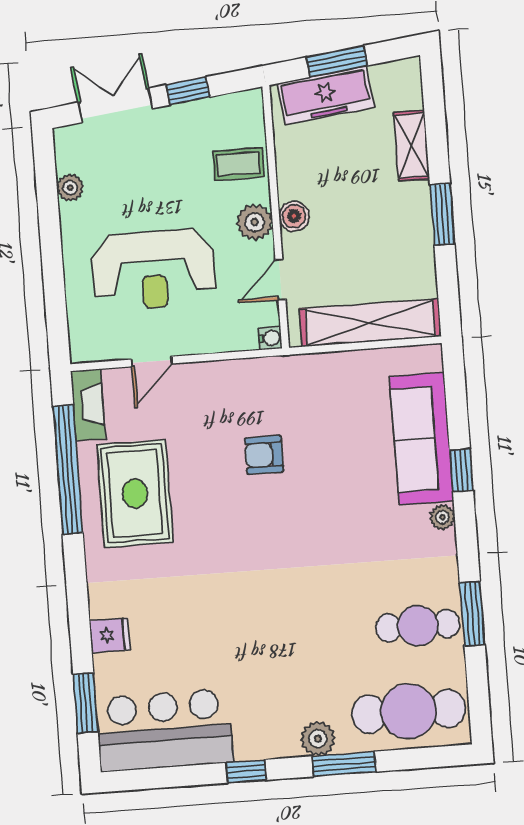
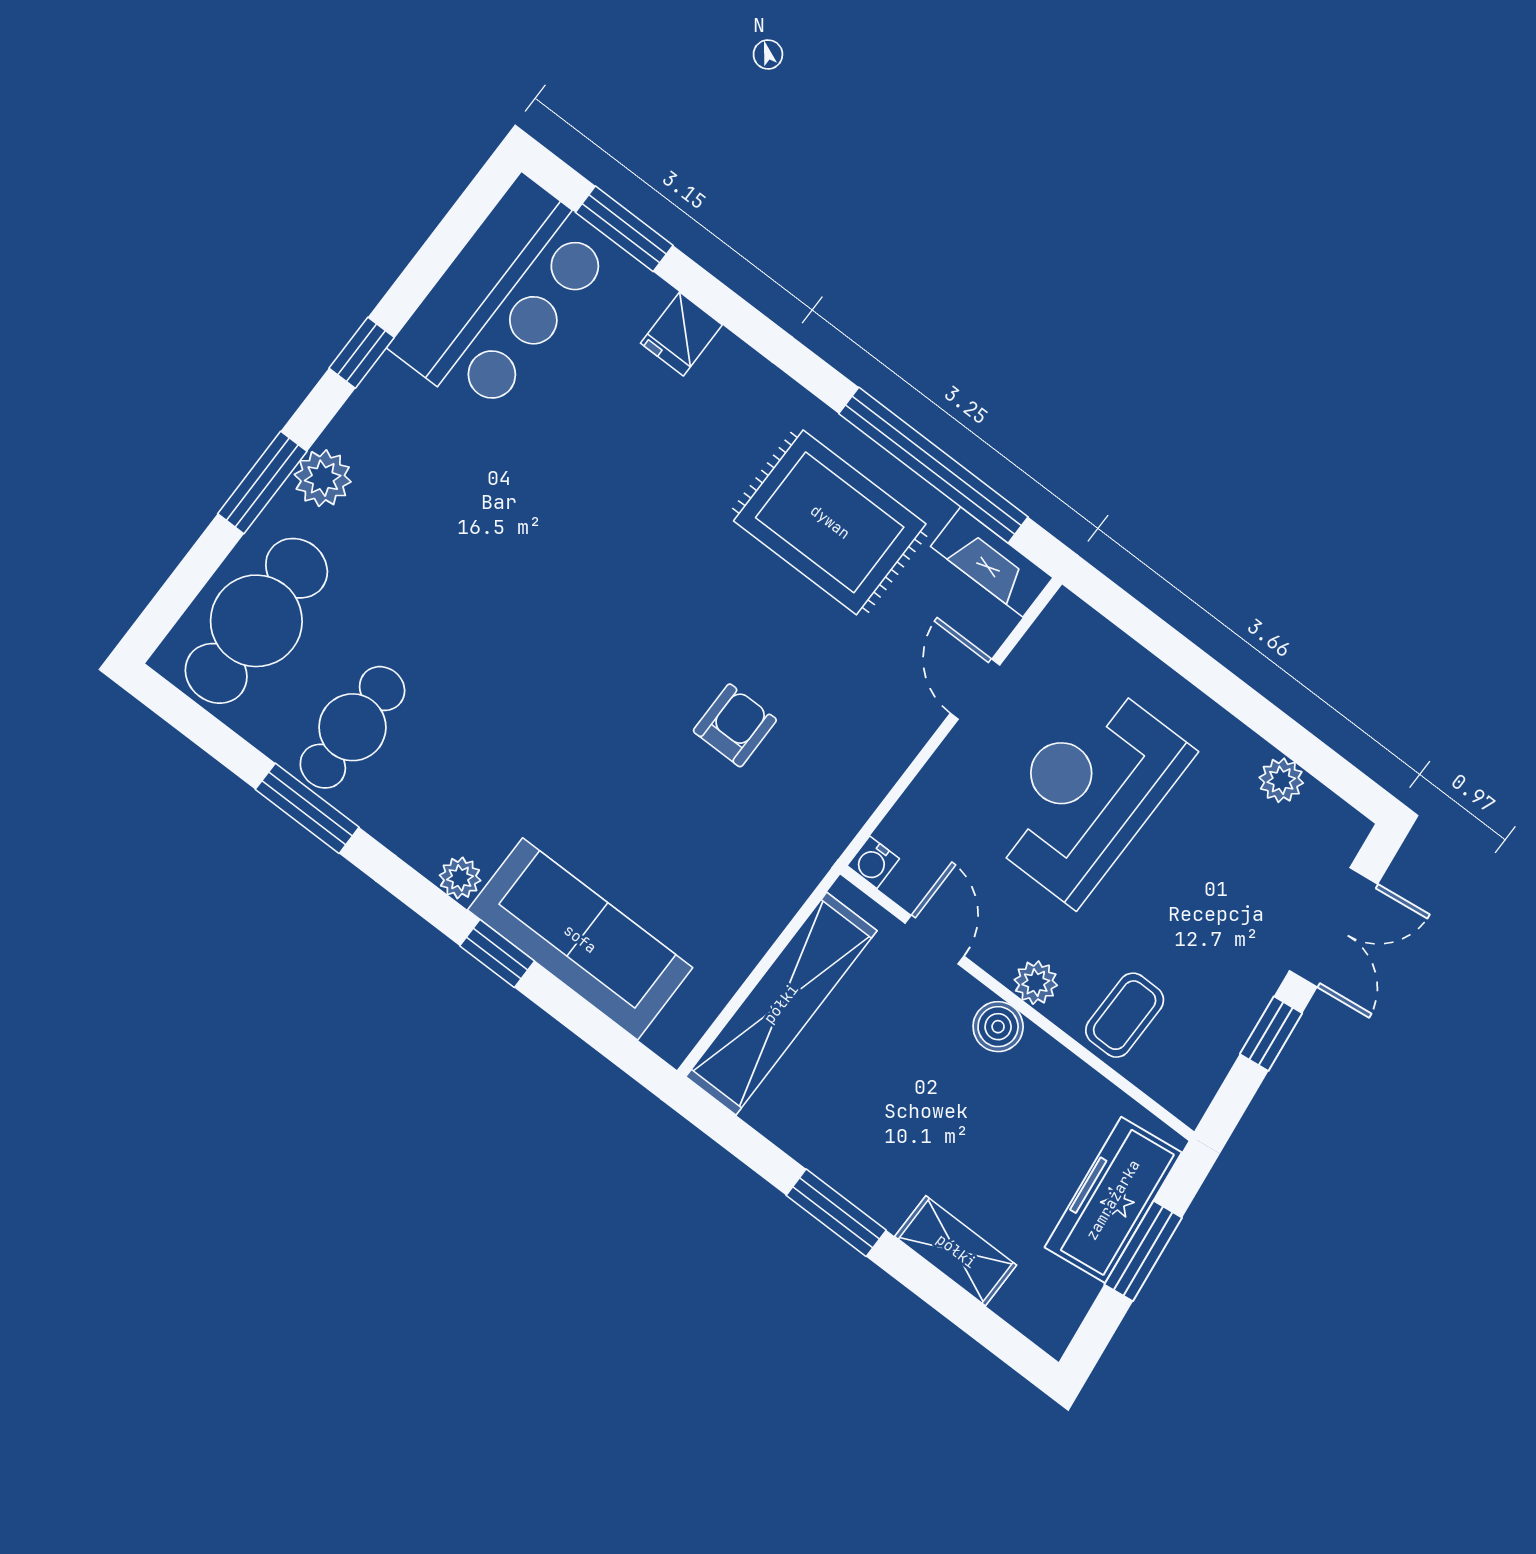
plant: (255, 222) -> (1036, 983), width x0.73, depth x0.73

